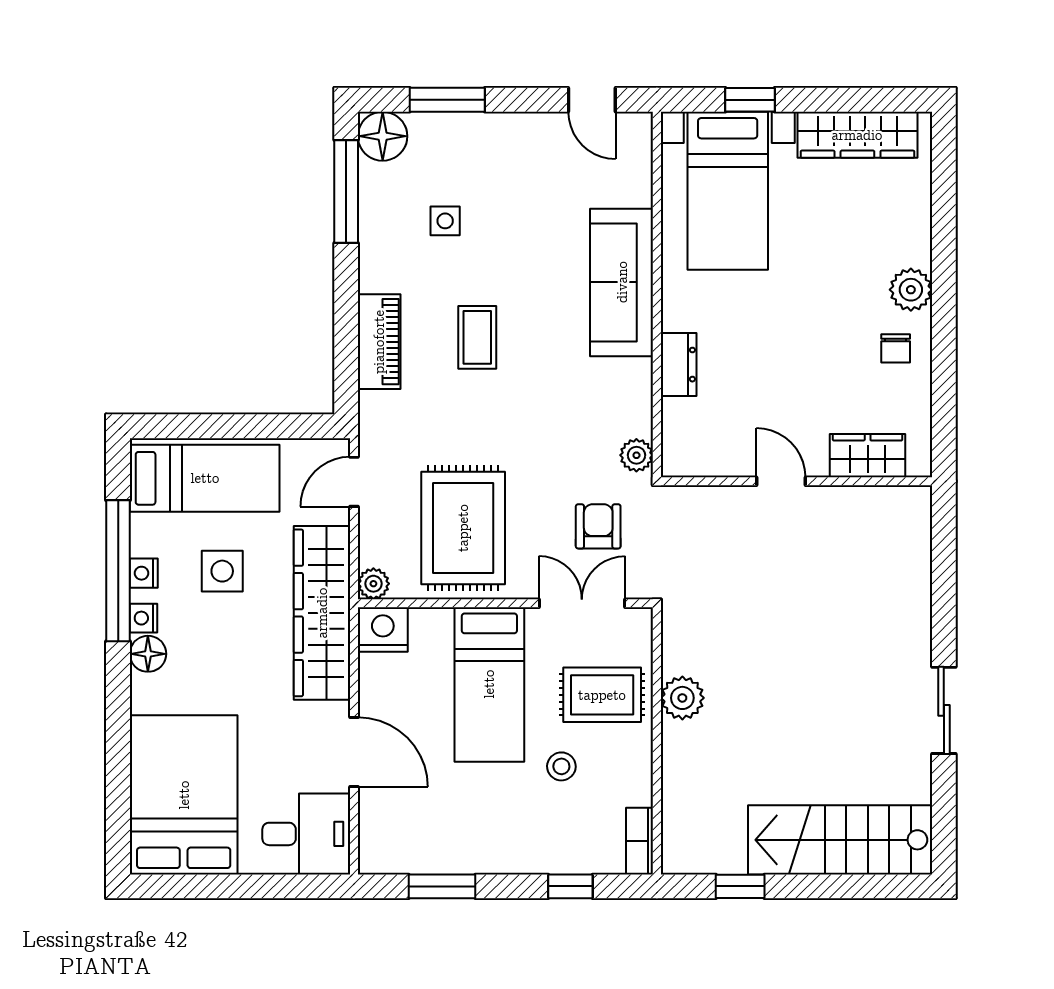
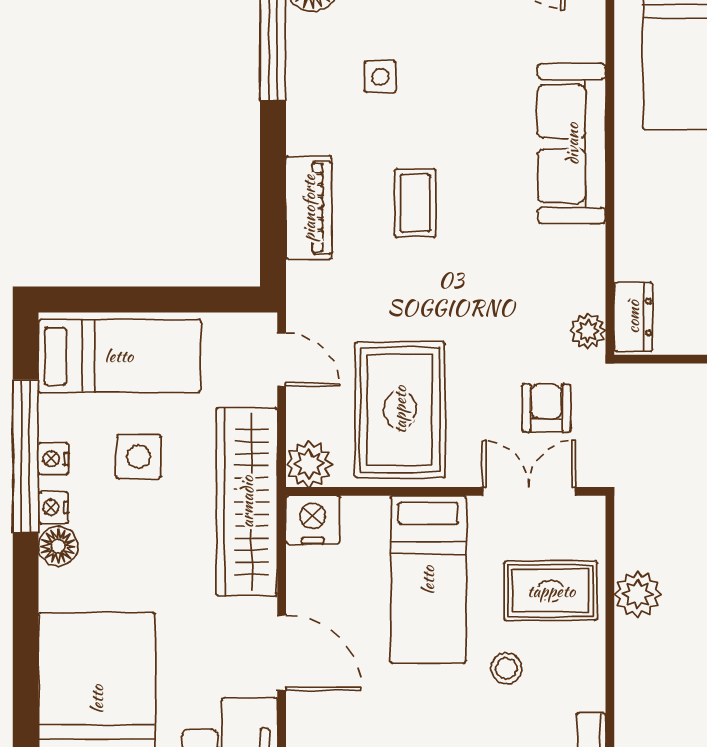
dresser: (679, 365) -> (633, 317), moved
door: (354, 482) -> (282, 360), swing flipped
plant: (373, 584) -> (309, 464), width x1.38, depth x1.38

